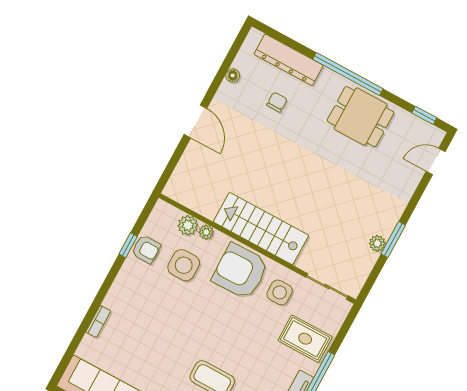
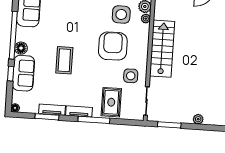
window: (393, 240) -> (169, 125), moved
plant: (377, 243) -> (198, 119), moved
armchair: (240, 271) -> (113, 46), moved

